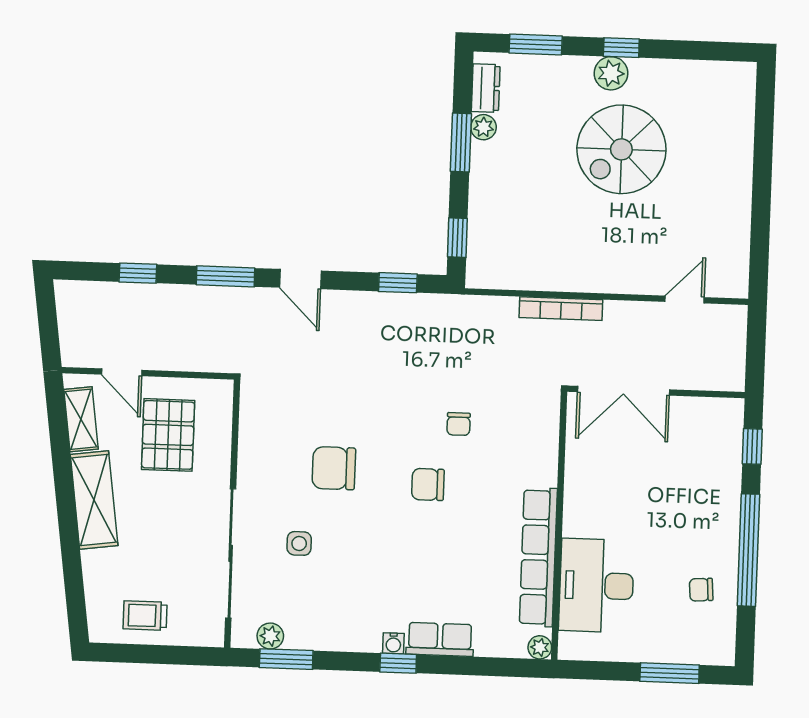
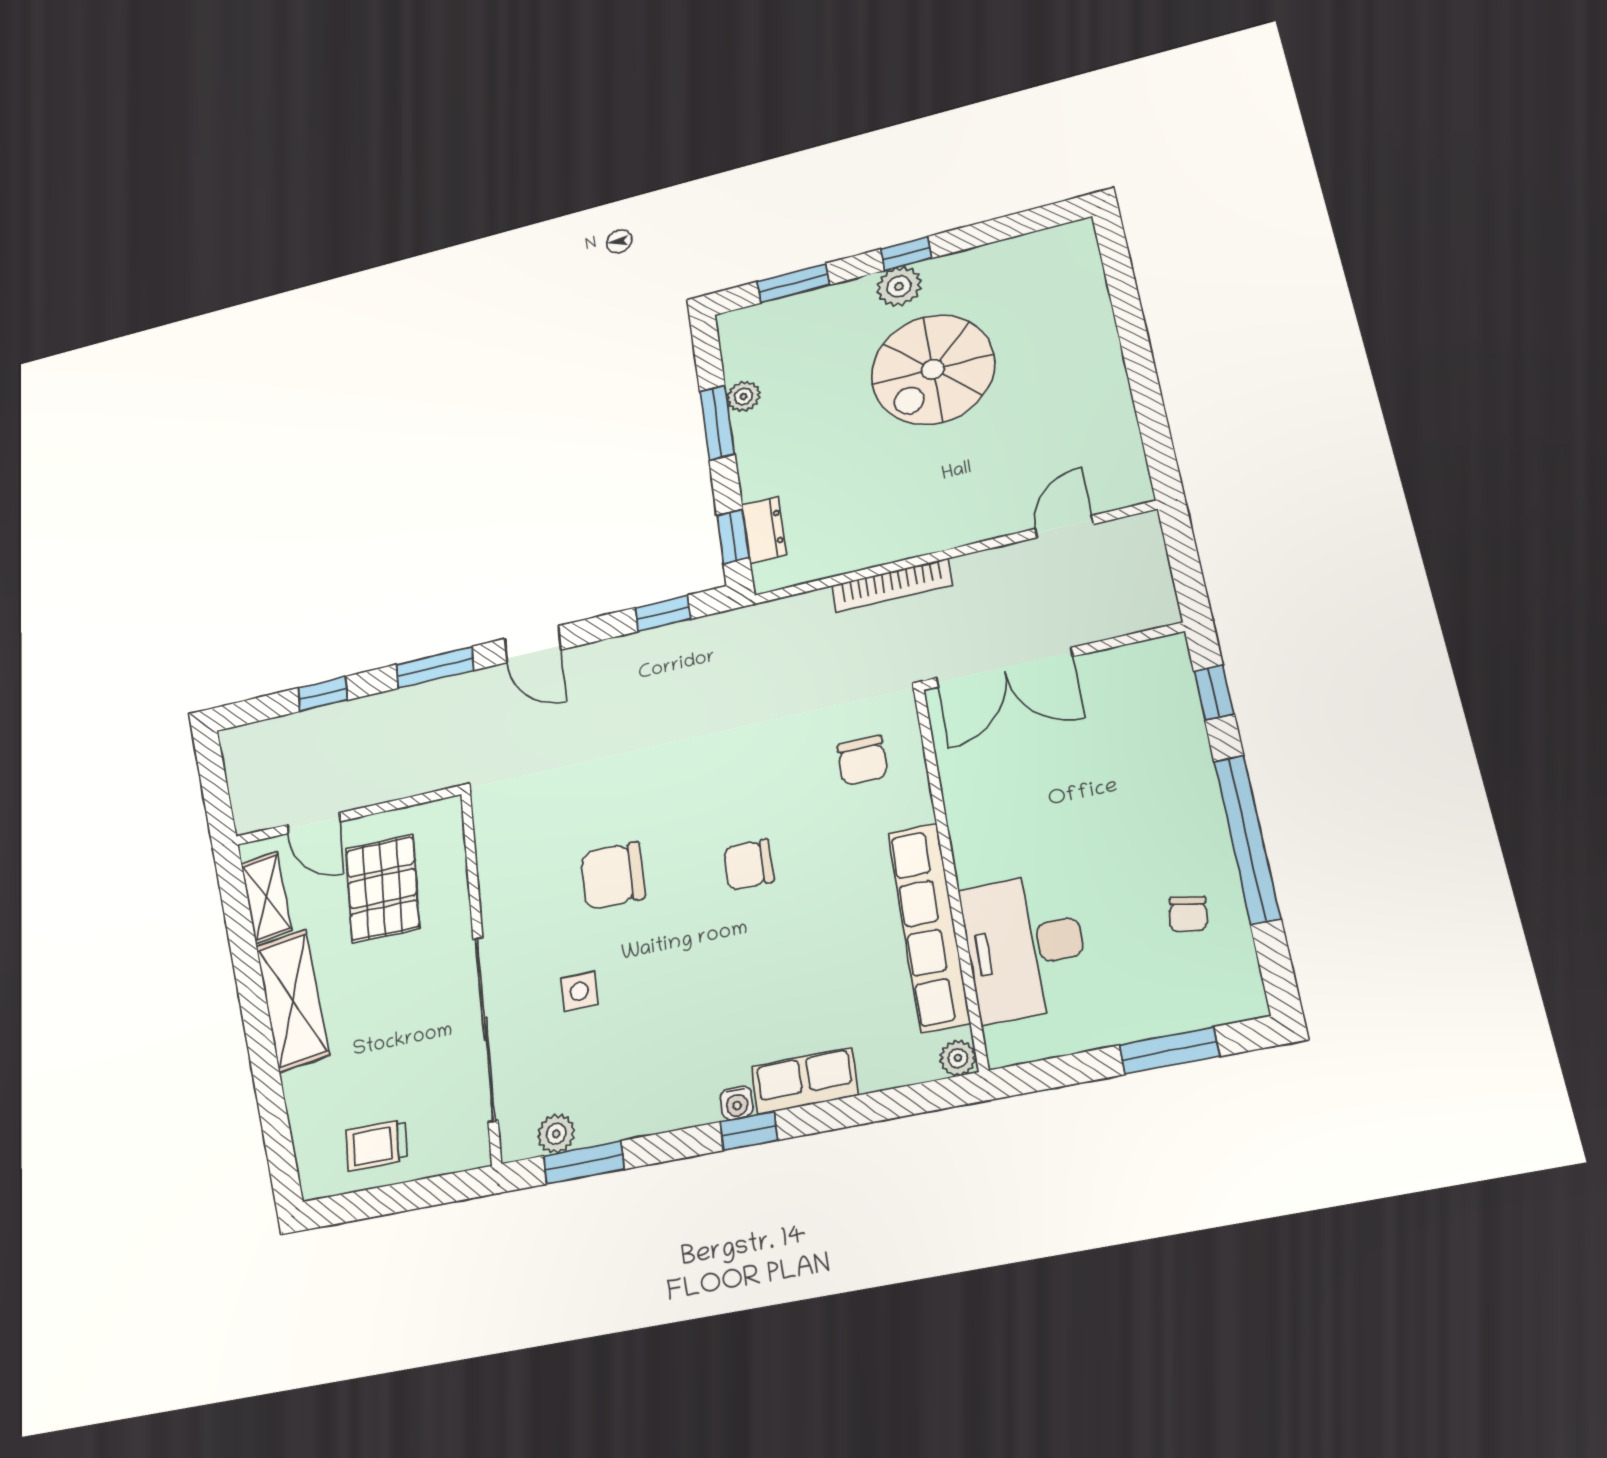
dresser: (486, 88) -> (764, 530), moved
chair: (459, 424) -> (862, 761), moved, width x1.37, depth x1.37
chair: (701, 590) -> (1188, 914), turned -76

